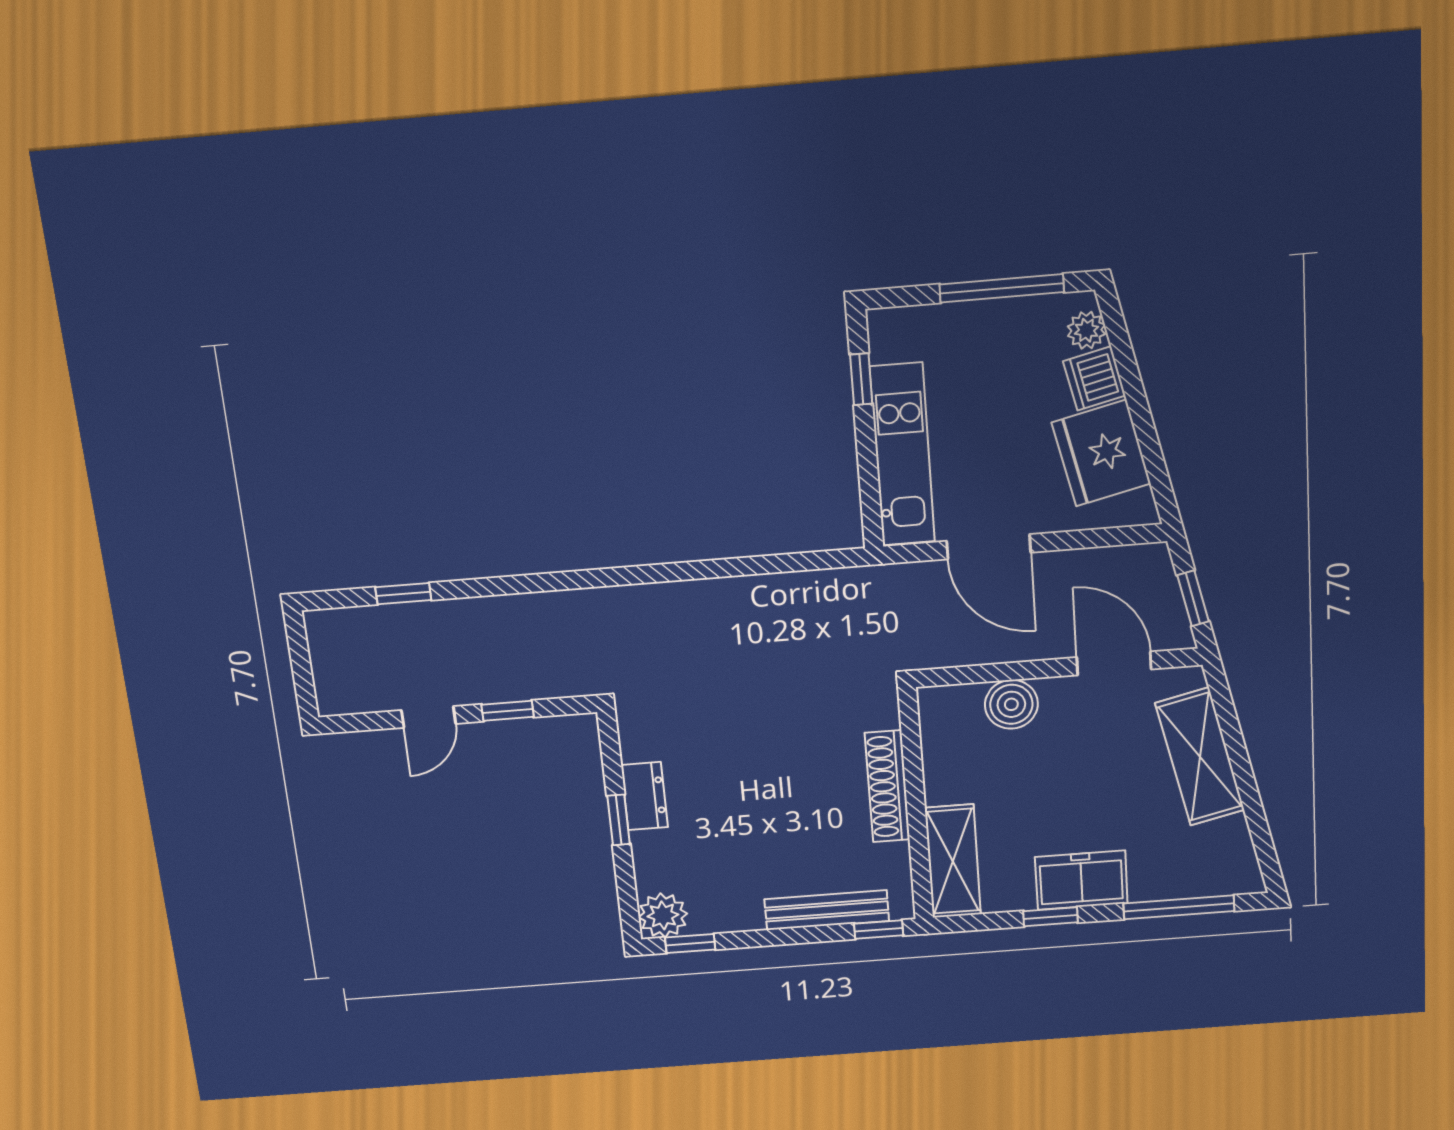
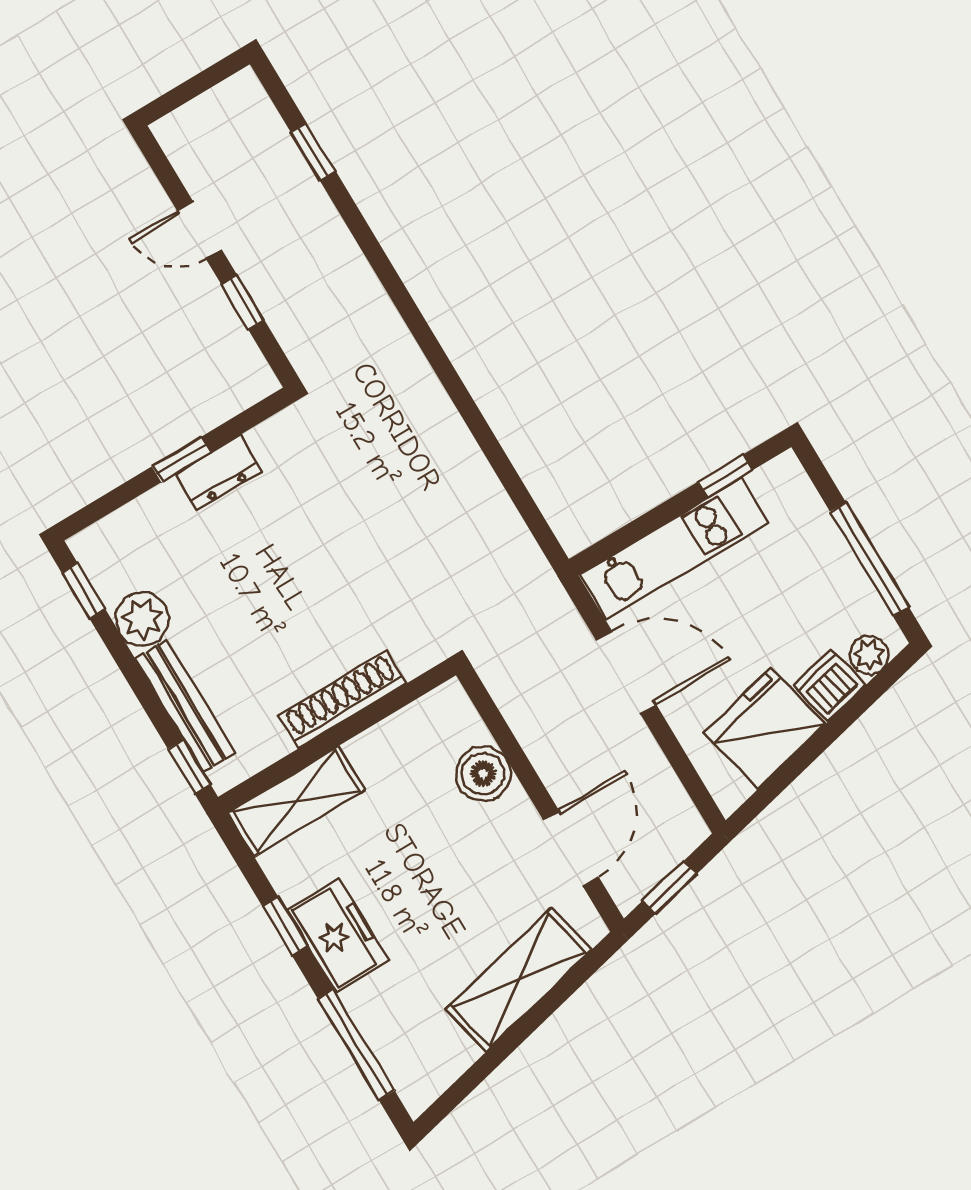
door: (989, 547) -> (626, 672), swing flipped
plant: (663, 915) -> (142, 619), moved

